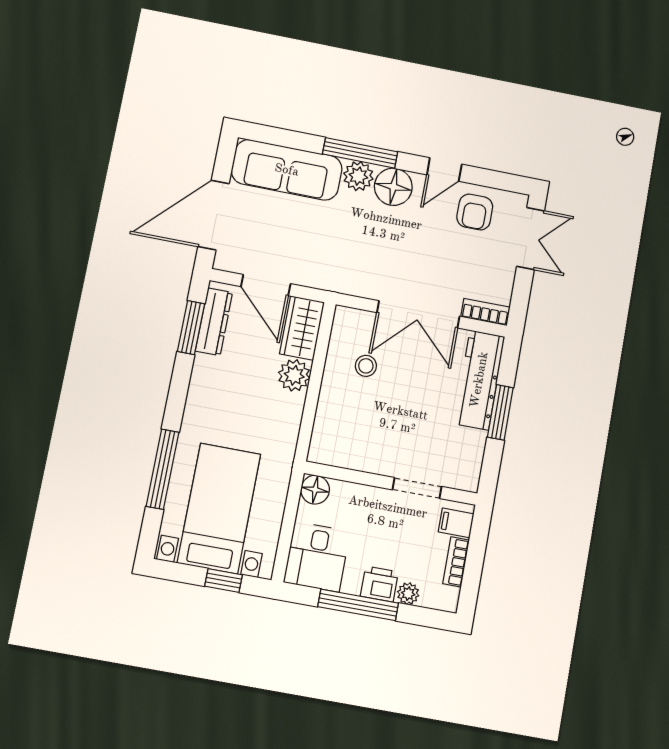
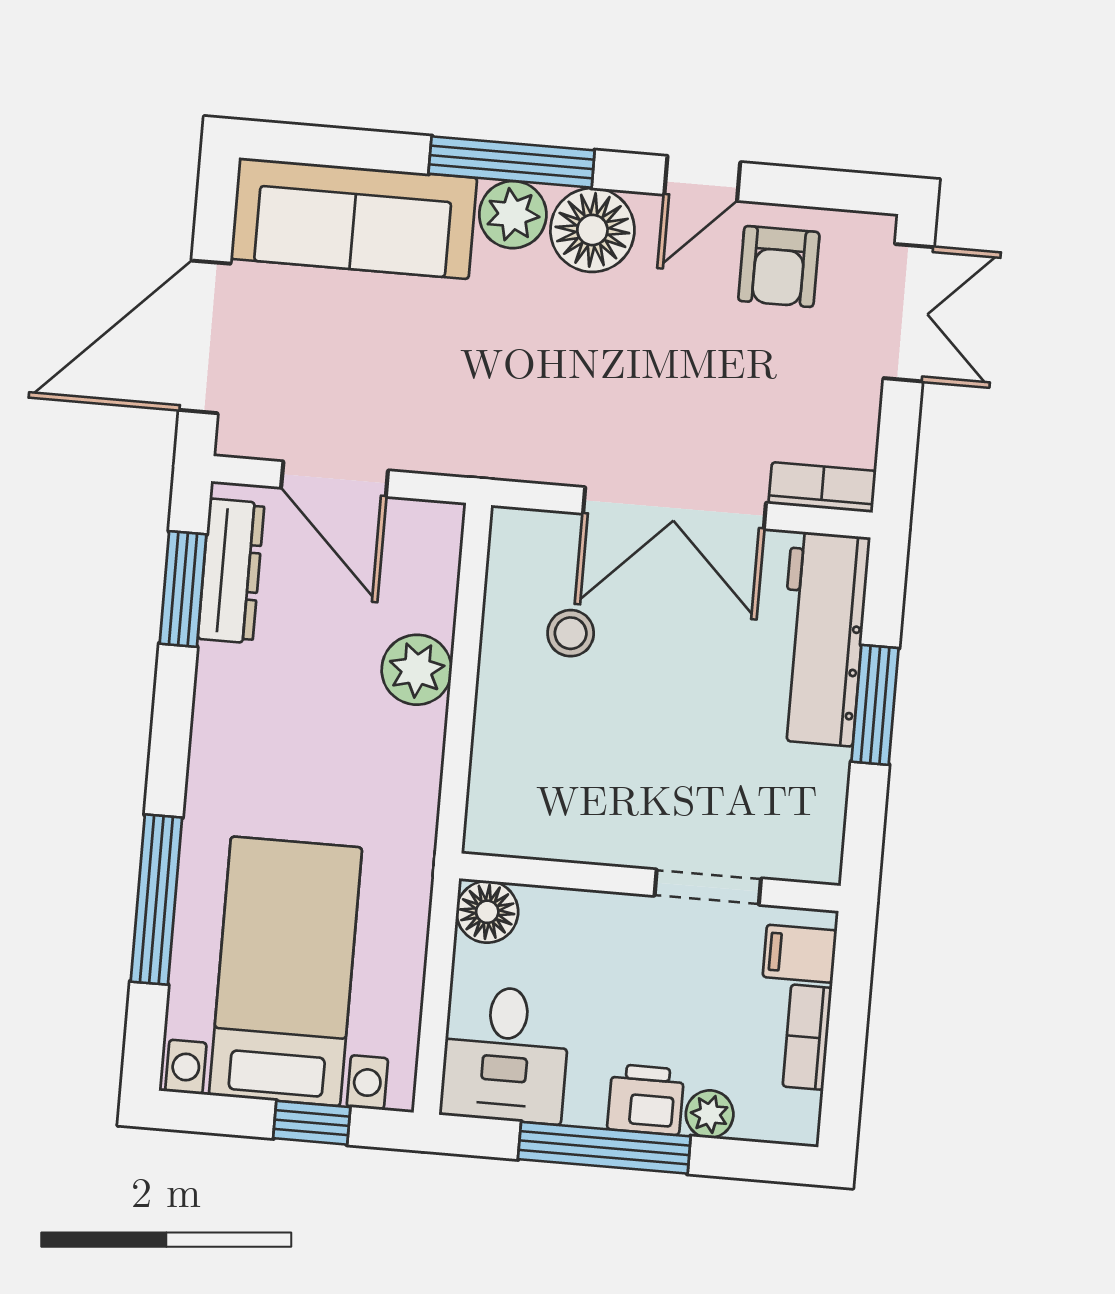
wardrobe: (302, 328) -> (423, 565), removed

